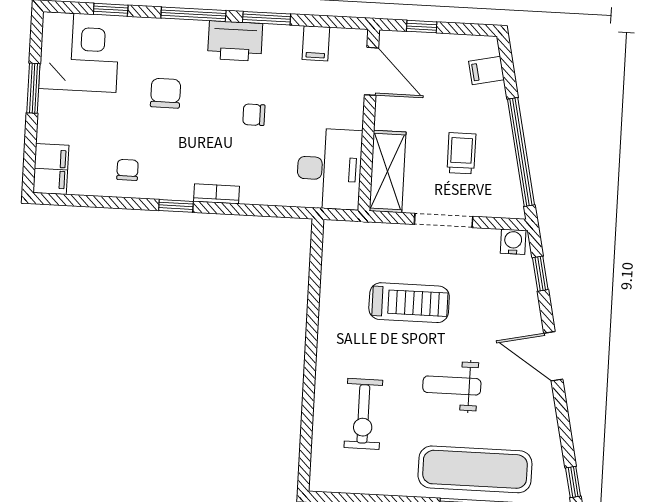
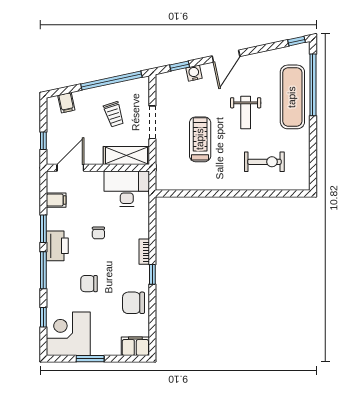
trolley: (461, 153) -> (114, 114), turned -108
chair: (127, 170) -> (134, 303), width x1.87, depth x1.87
water cooler: (513, 242) -> (194, 73), moved, turned 78

